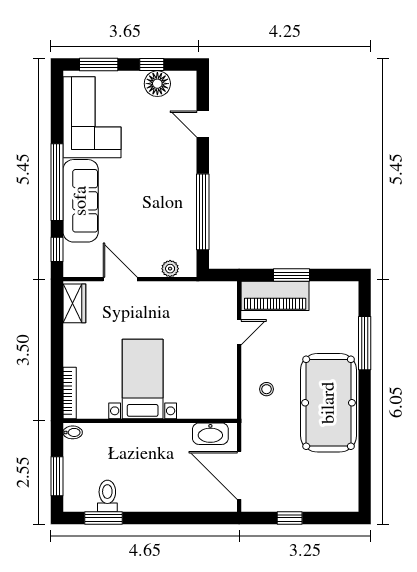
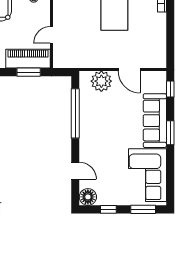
floor lamp: (157, 84) -> (88, 197), moved
window: (57, 182) -> (170, 133), width x0.47
plant: (170, 269) -> (101, 81), width x1.88, depth x1.88
window: (291, 275) -> (29, 72), moved
wardrobe: (74, 303) -> (159, 54), removed

